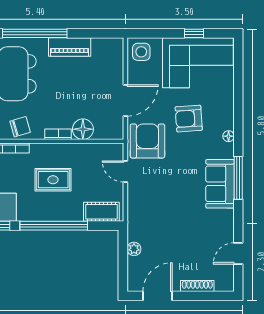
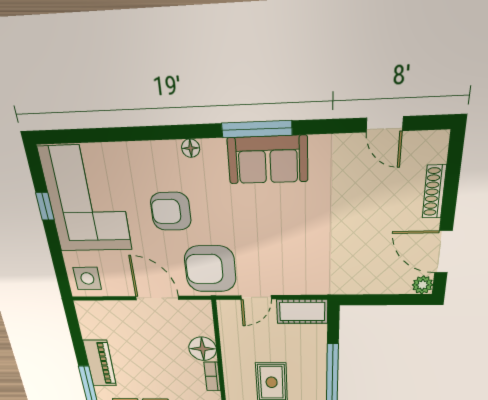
armchair: (189, 119) -> (171, 211), turned 94
cot: (101, 212) -> (302, 311), moved, turned 90
plant: (134, 249) -> (423, 285), moved

